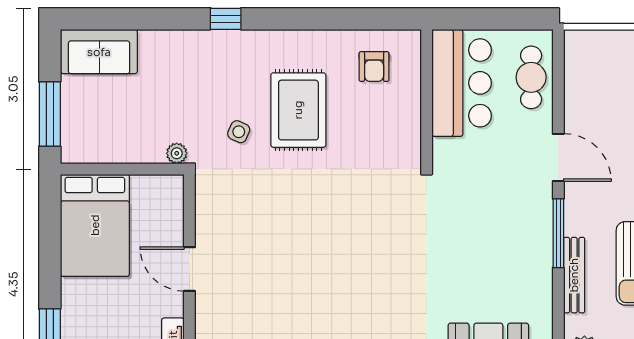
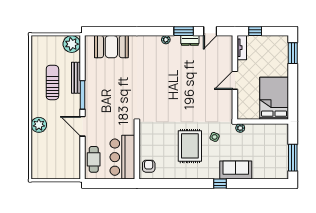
sofa: (99, 52) -> (236, 170), moved
armchair: (374, 67) -> (149, 166), moved
window: (50, 114) -> (293, 158), moved
door: (189, 269) -> (235, 80), swing flipped

